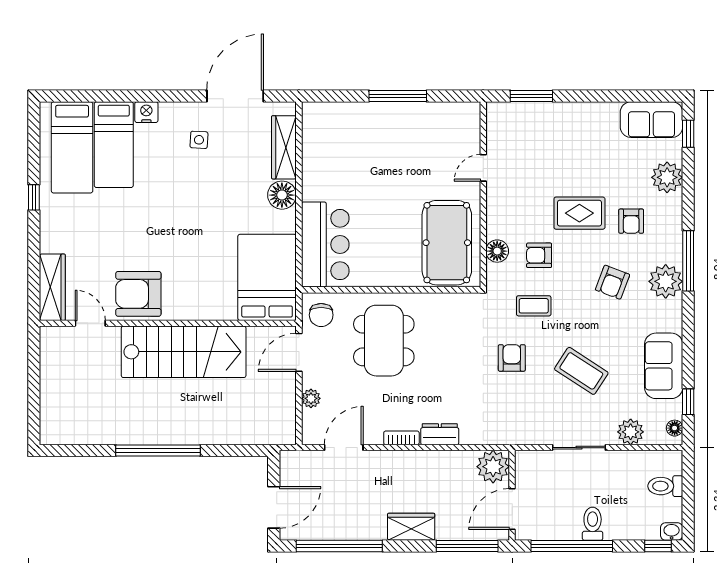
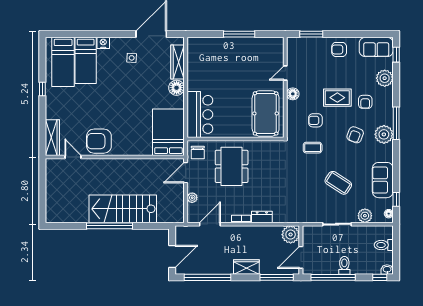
floor lamp: (497, 251) -> (293, 94), moved
stairs: (184, 352) -> (123, 209), moved, turned 180
armchair: (512, 358) -> (339, 49), moved, turned -90

